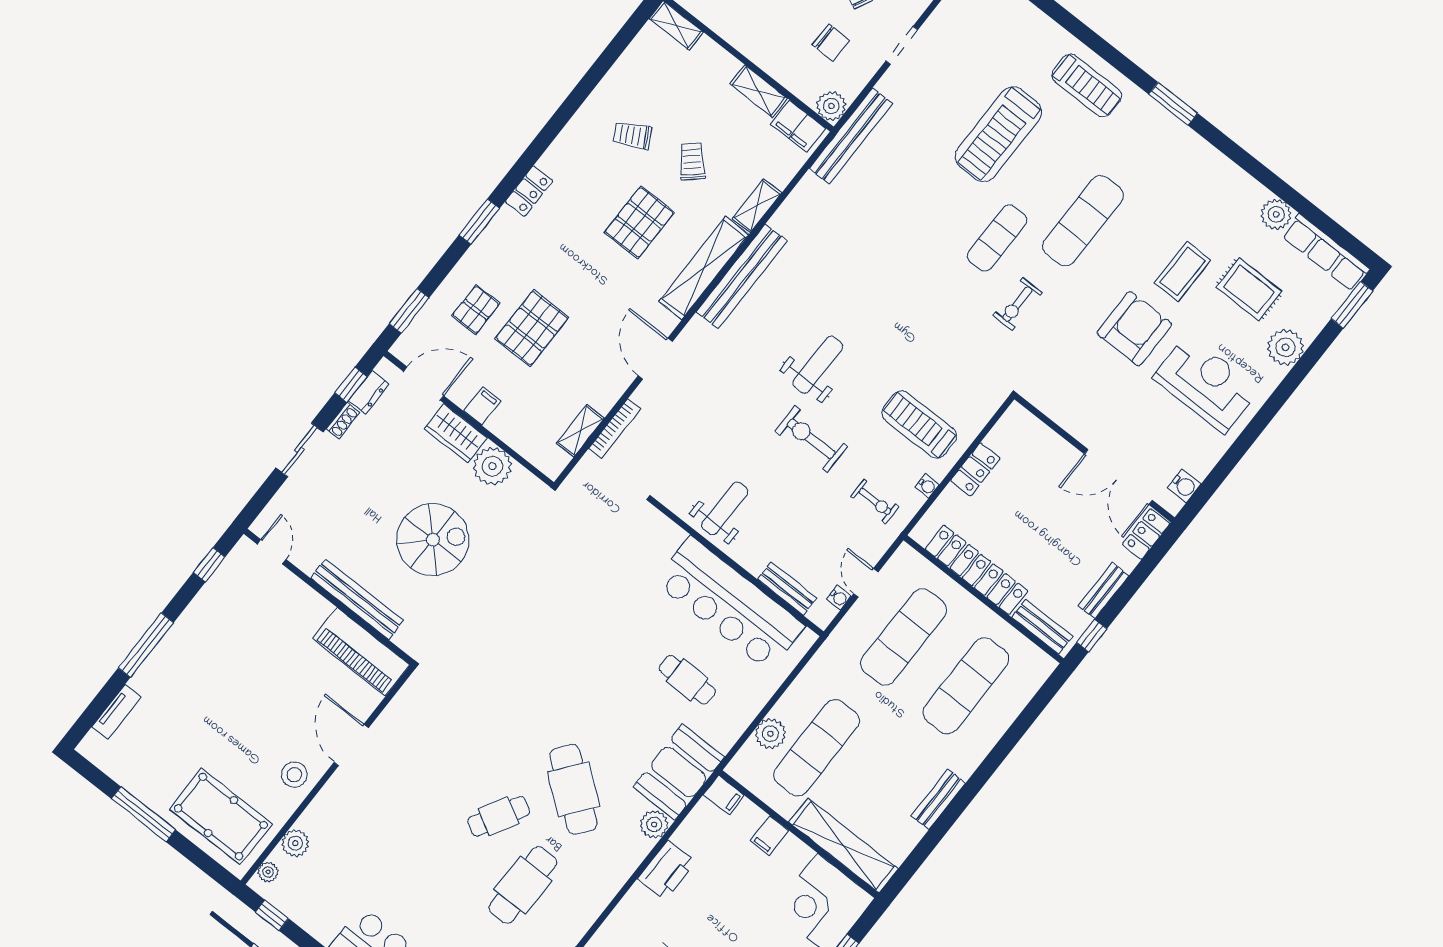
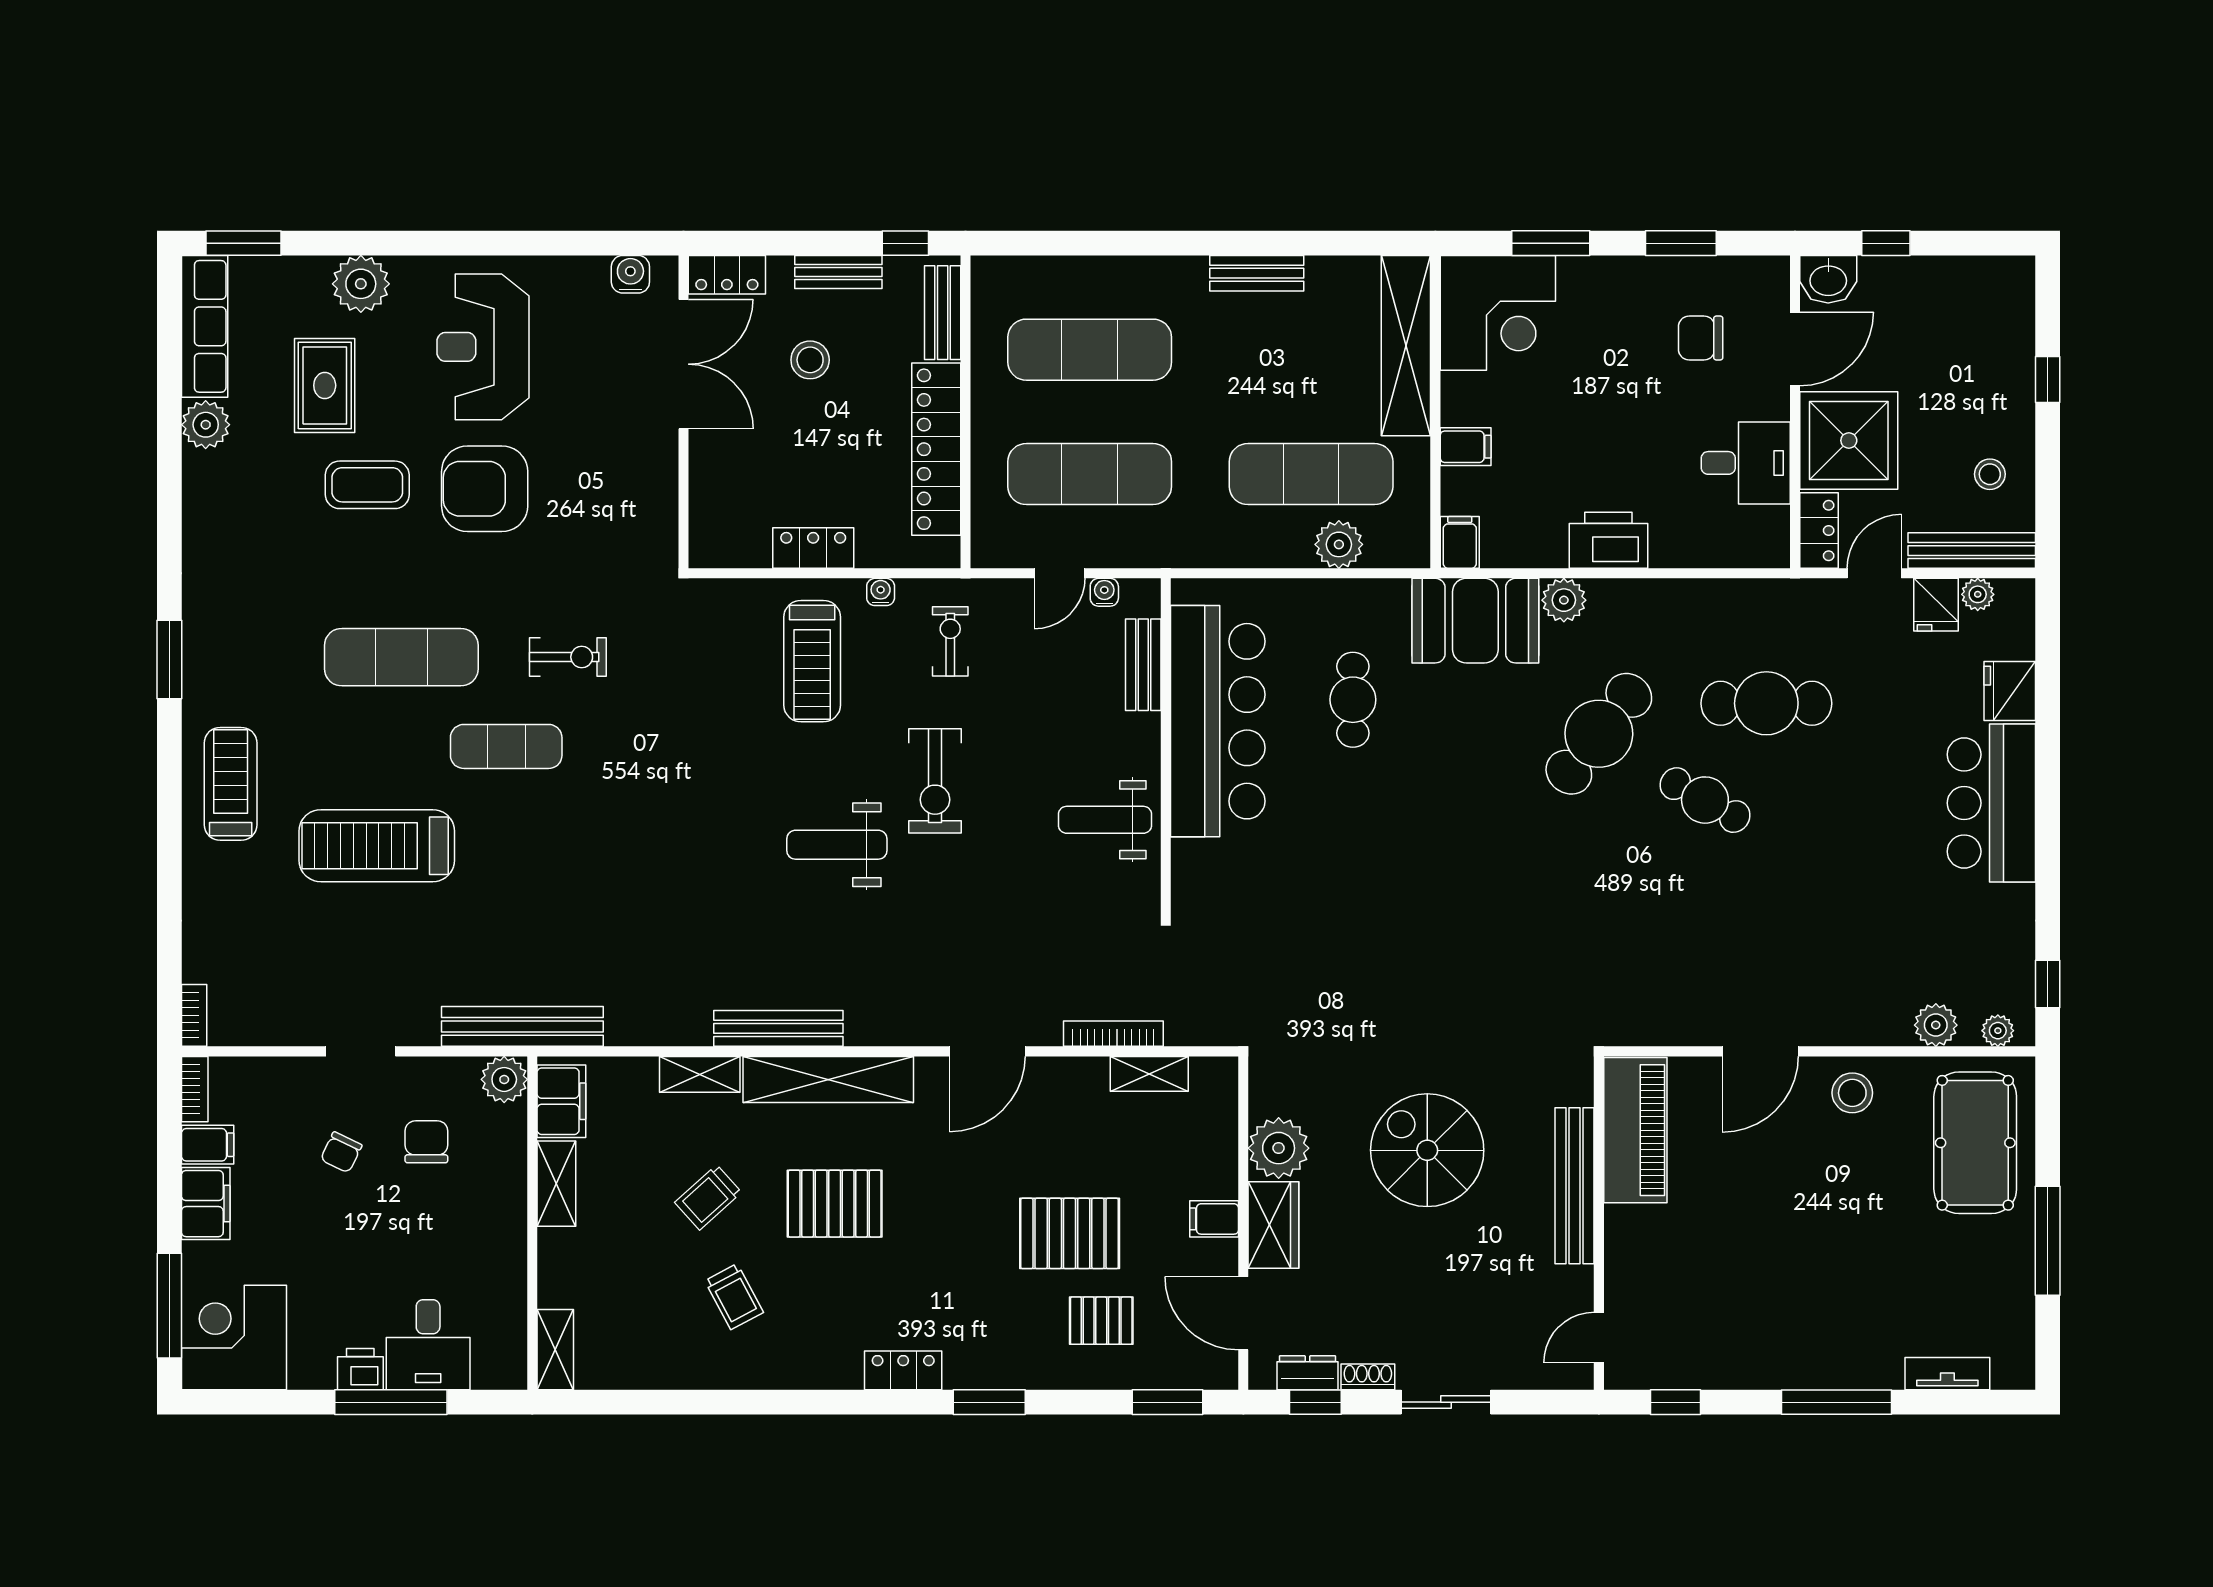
treadmill: (998, 134) -> (377, 846), turned 180
bench: (742, 277) -> (778, 1028), width x0.73, depth x0.82
stool: (1071, 542) -> (810, 360), added

